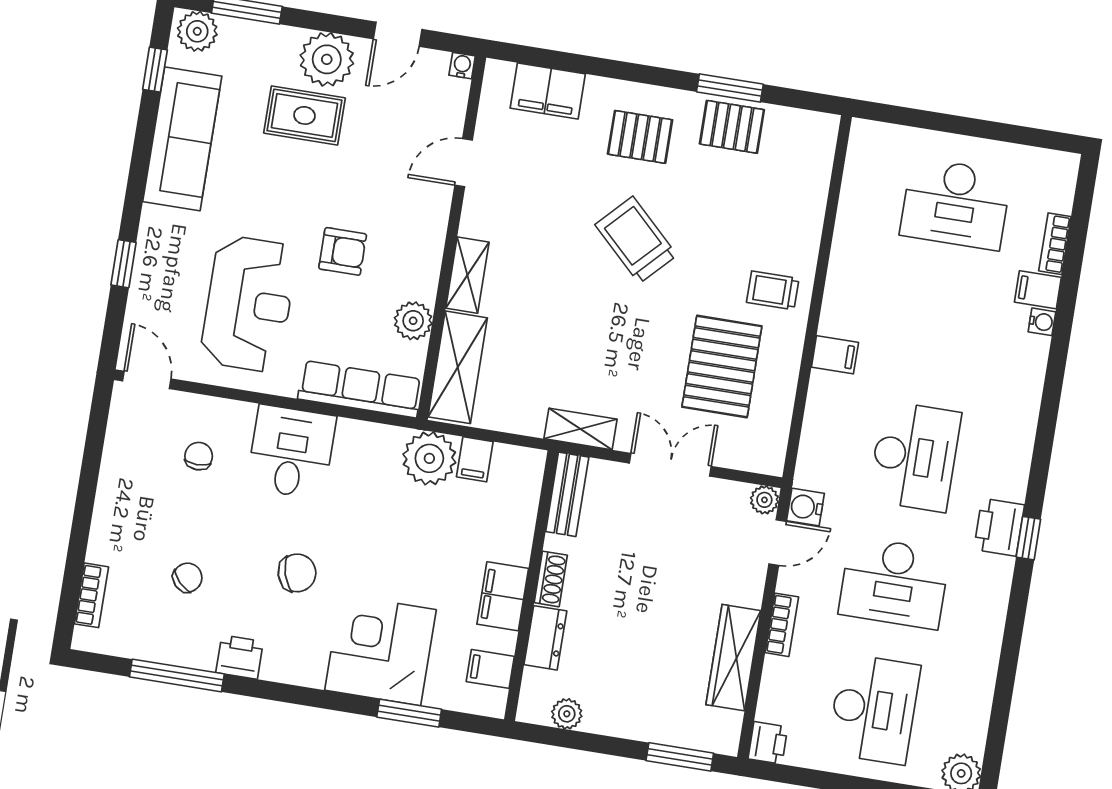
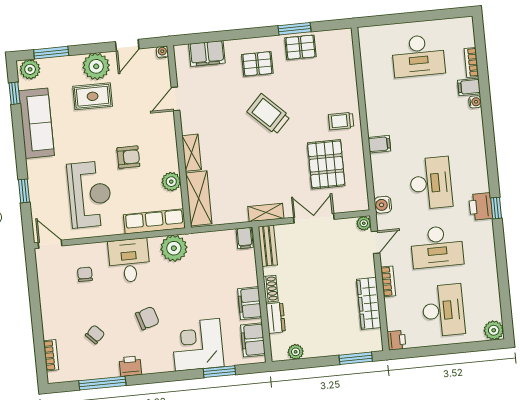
plant: (429, 458) -> (174, 248), moved
filing cabinet: (475, 459) -> (245, 238), moved
water cooler: (805, 507) -> (383, 205), moved
filing cabinet: (490, 669) -> (253, 340), width x2.00

